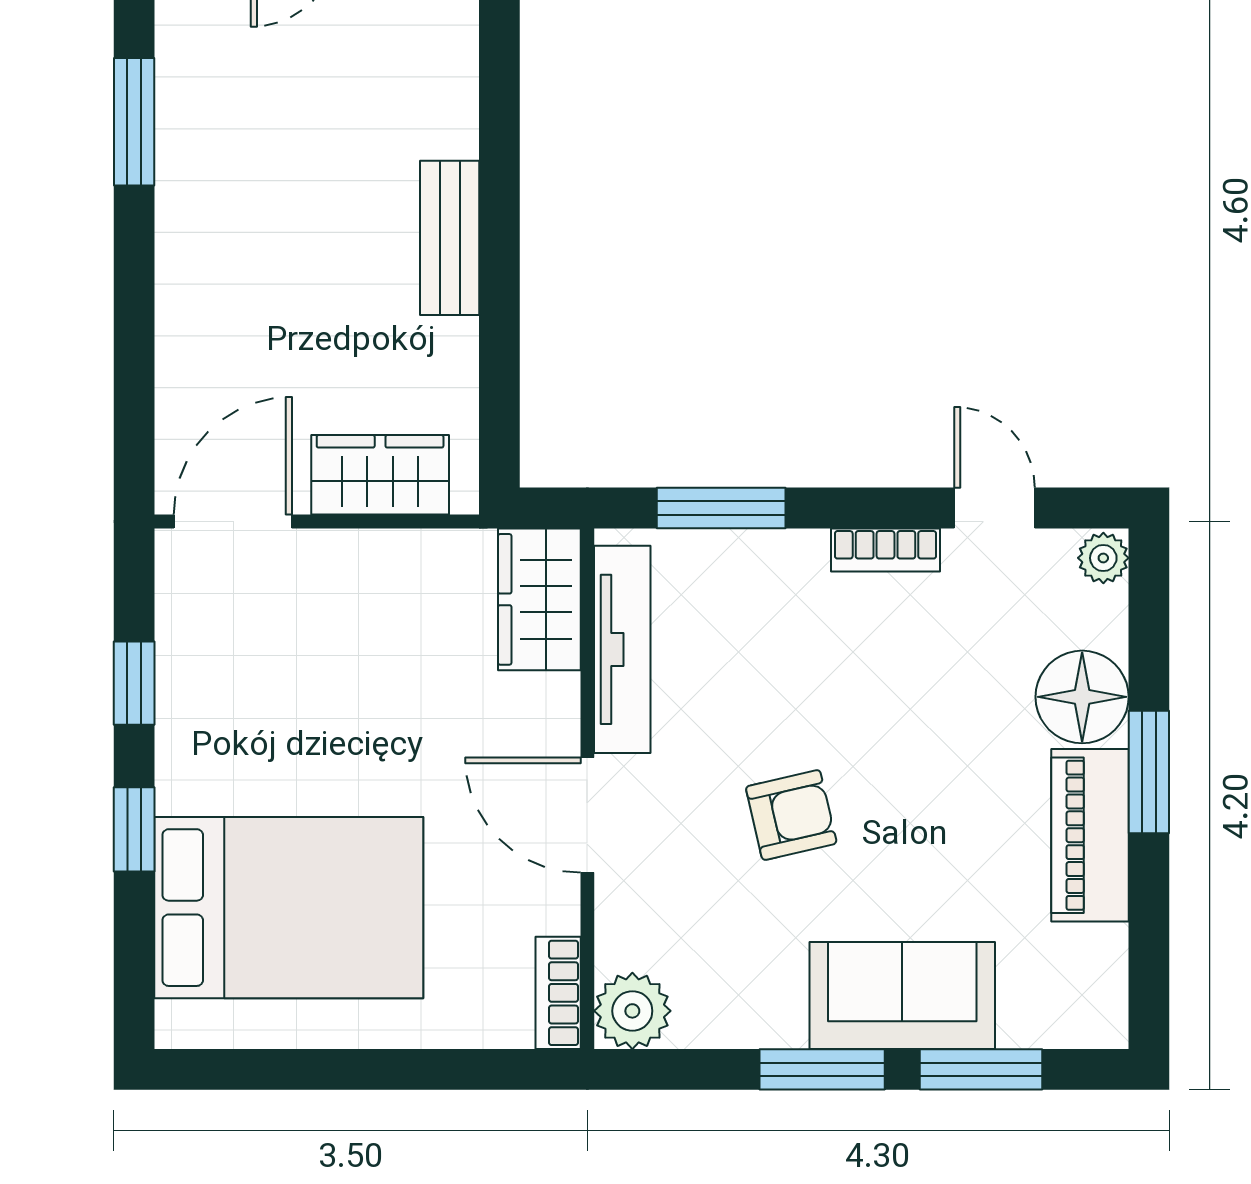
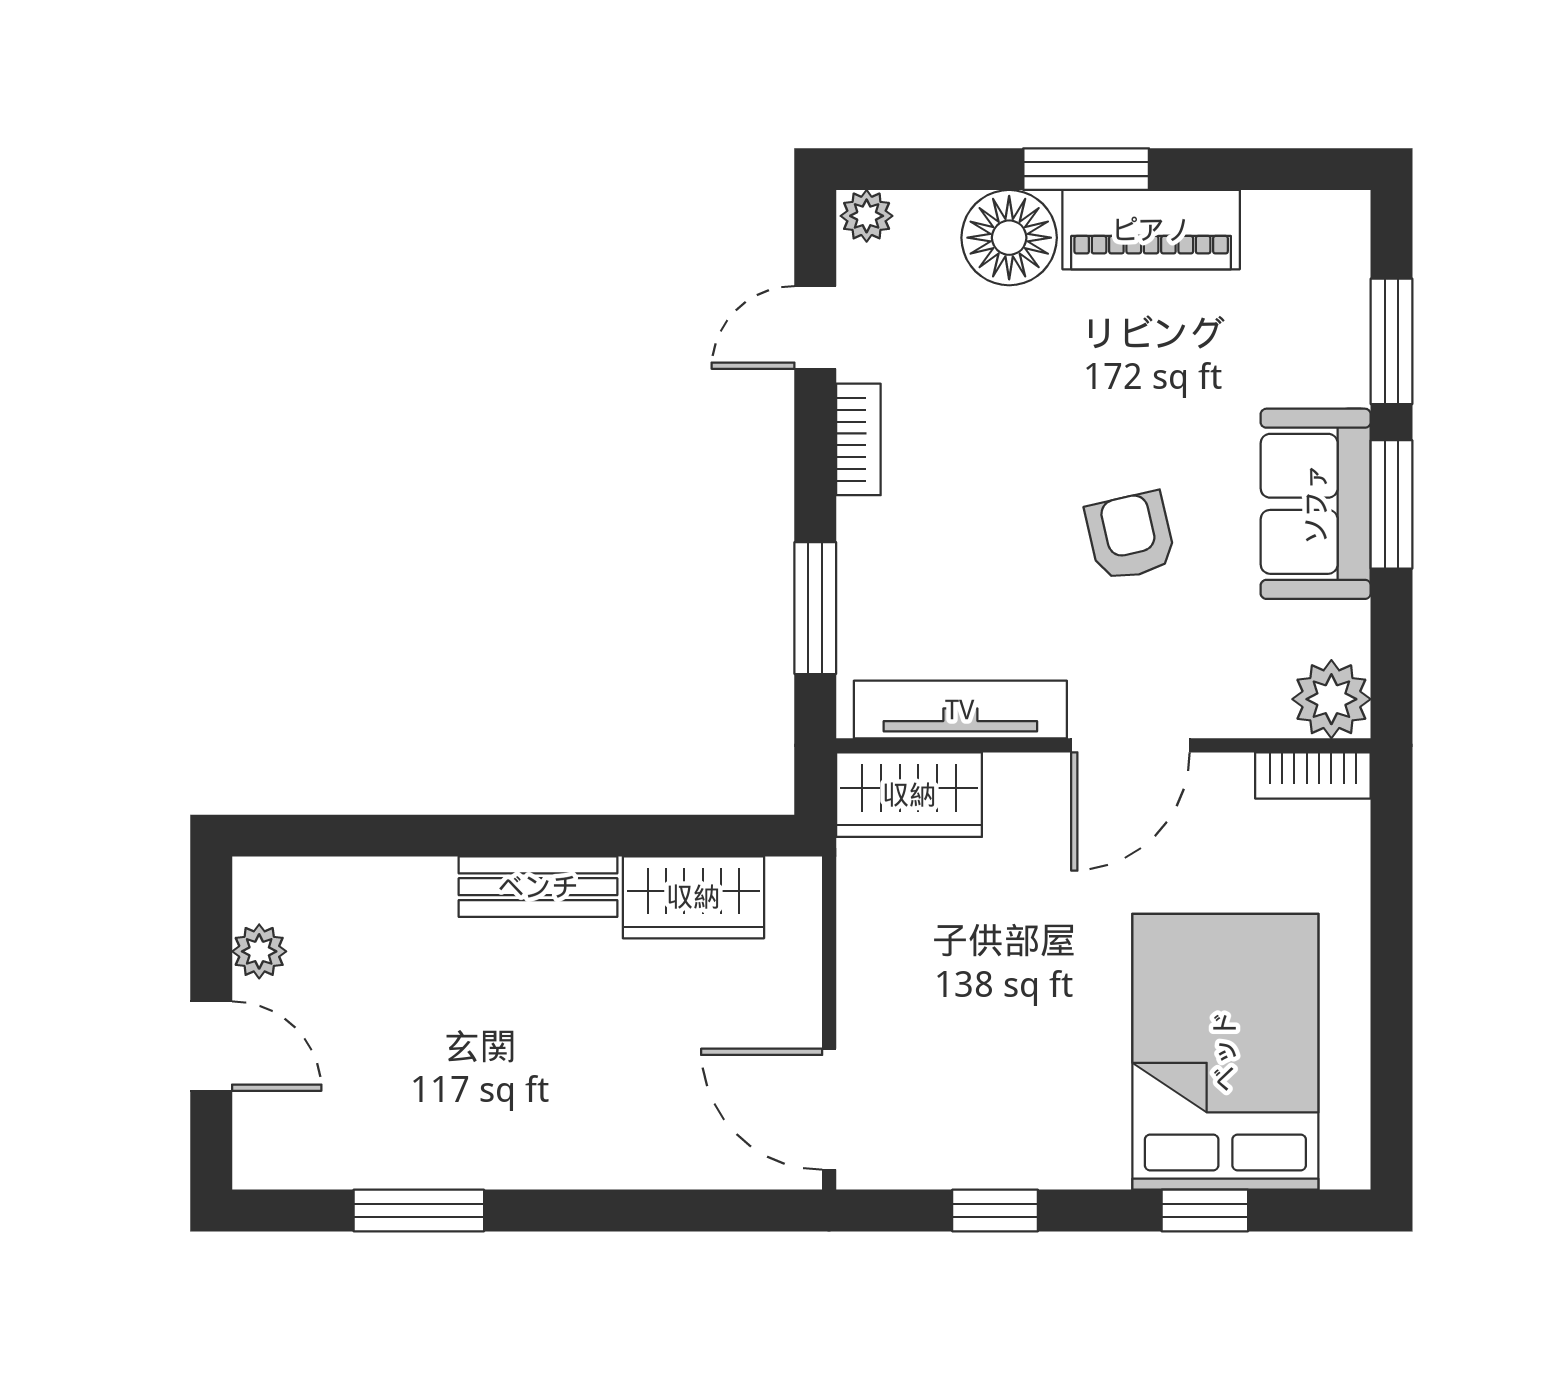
wardrobe: (380, 475) -> (693, 897), moved, turned -90
window: (134, 829) -> (1205, 1211), moved
sofa: (902, 996) -> (1316, 504), moved

